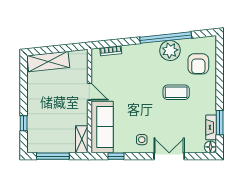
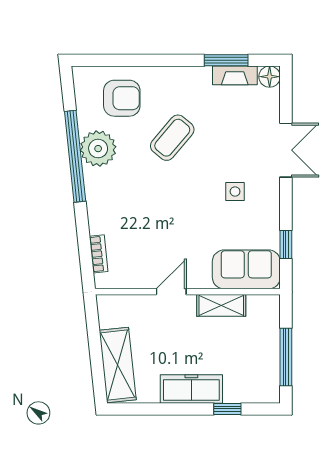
coffee table: (176, 92) -> (172, 138), turned 40
freezer: (35, 103) -> (191, 389), added
sofa: (102, 127) -> (246, 269), width x0.73
shelving: (82, 139) -> (221, 305), moved
side table: (142, 140) -> (235, 192), moved
double door: (169, 156) -> (286, 150), swing flipped

